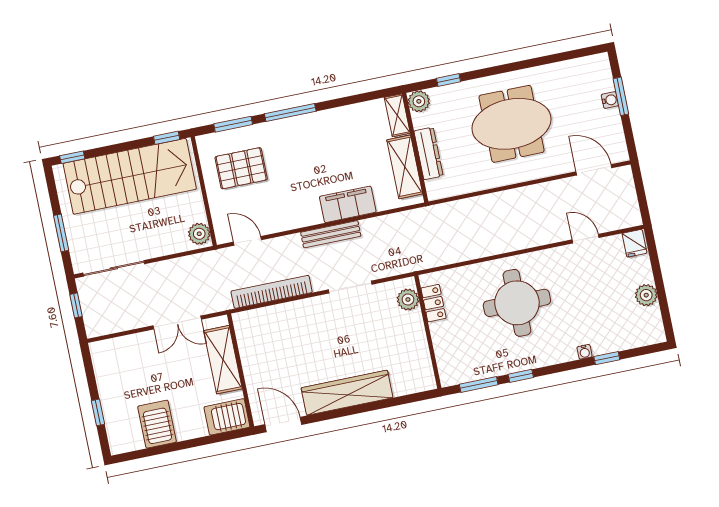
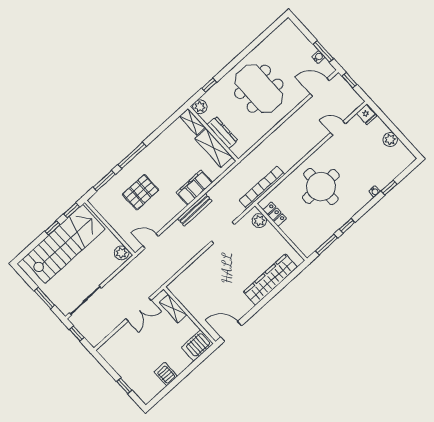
window: (621, 96) -> (323, 51), moved
water cooler: (610, 100) -> (318, 57), moved
meeting table: (512, 124) -> (259, 89), turned 90
window: (72, 157) -> (52, 228), moved
pallet: (241, 168) -> (141, 192), moved
window: (639, 184) -> (349, 80), added
bookcase: (272, 292) -> (262, 187), moved
shelving: (223, 360) -> (173, 308), width x0.67, depth x0.75
wardrobe: (347, 393) -> (270, 280), moved
server rack: (157, 424) -> (166, 374), width x0.73, depth x0.70

